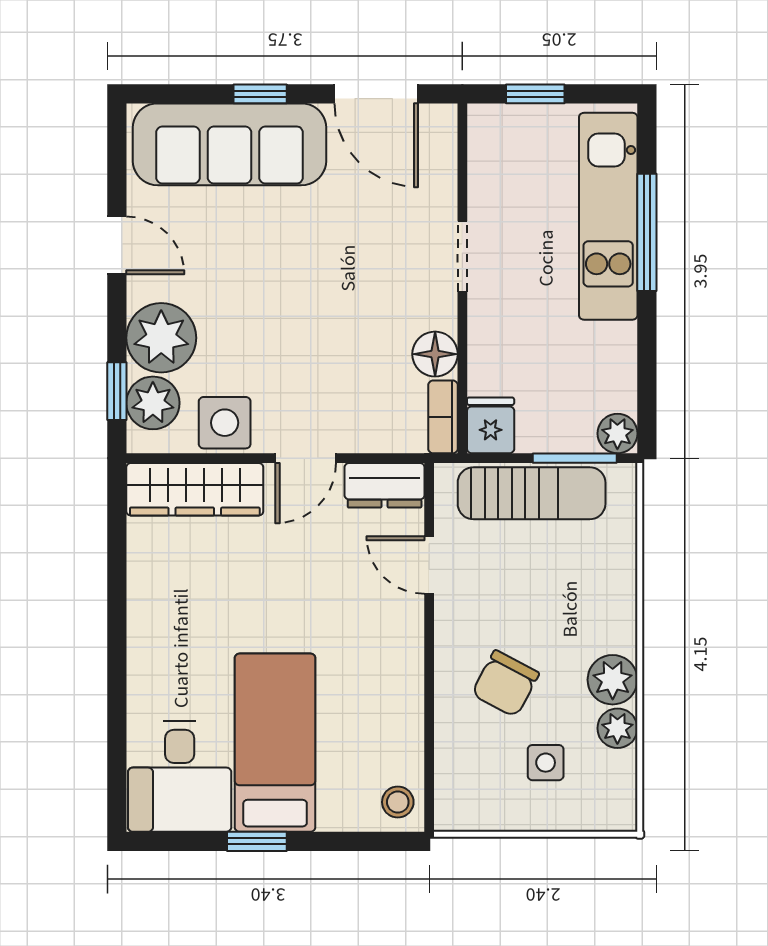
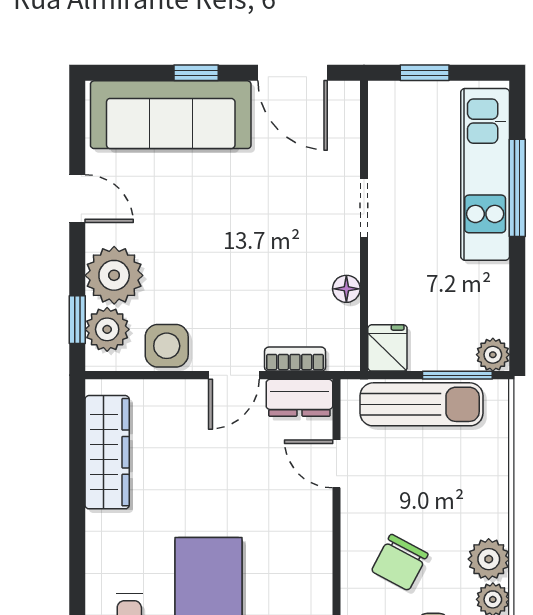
floor lamp: (435, 354) -> (346, 289), width x0.73, depth x0.73
bookcase: (443, 417) -> (295, 359), moved, turned 90
wardrobe: (195, 489) -> (107, 452), moved, turned -90

